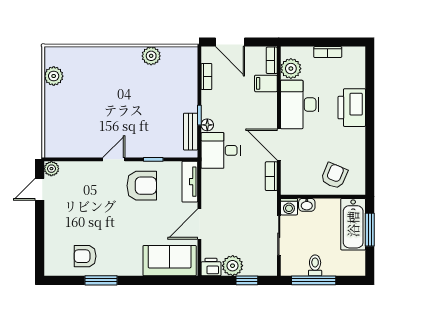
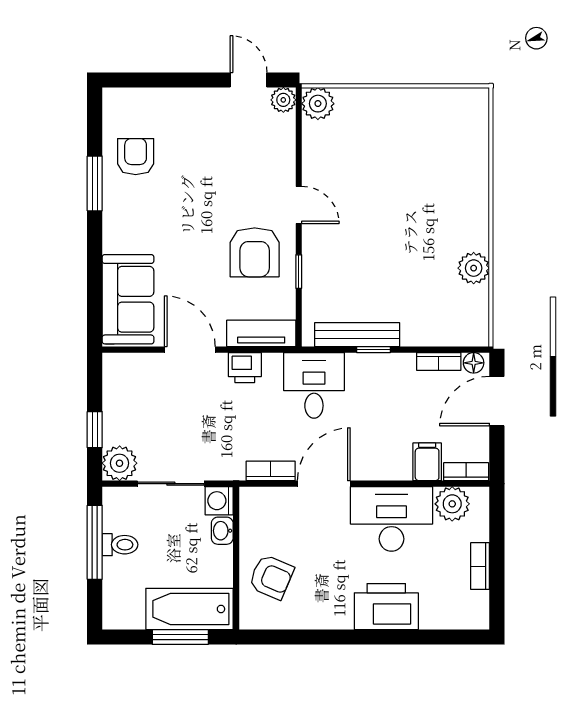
plant: (54, 76) -> (318, 104), moved
floor lamp: (207, 125) -> (474, 363), moved
bench: (191, 132) -> (357, 335), width x1.36
plant: (233, 266) -> (120, 463), moved
printer: (211, 267) -> (245, 368), moved, turned 90

